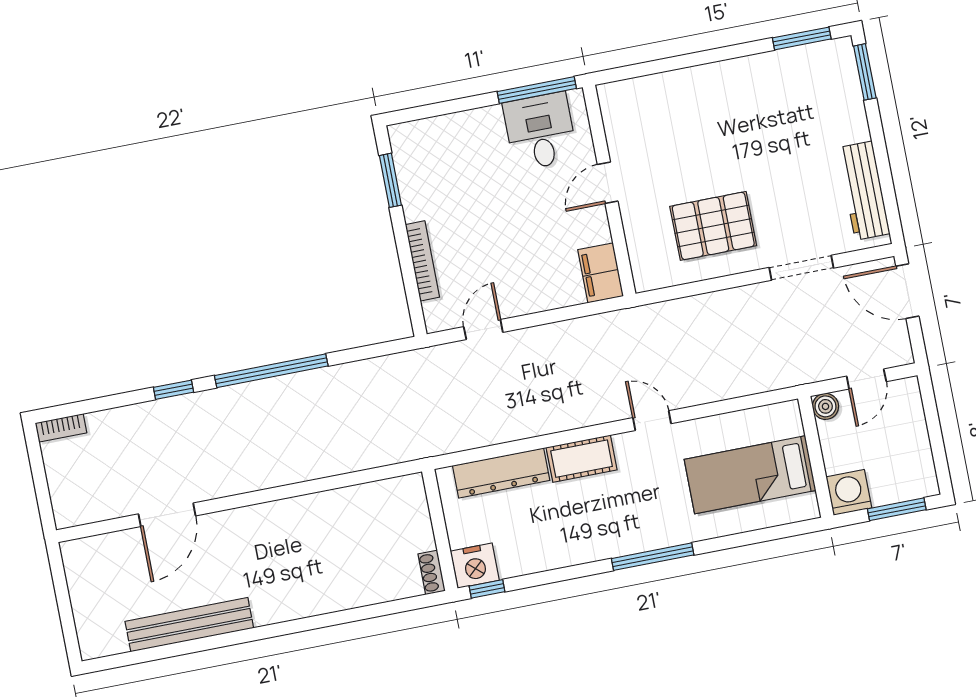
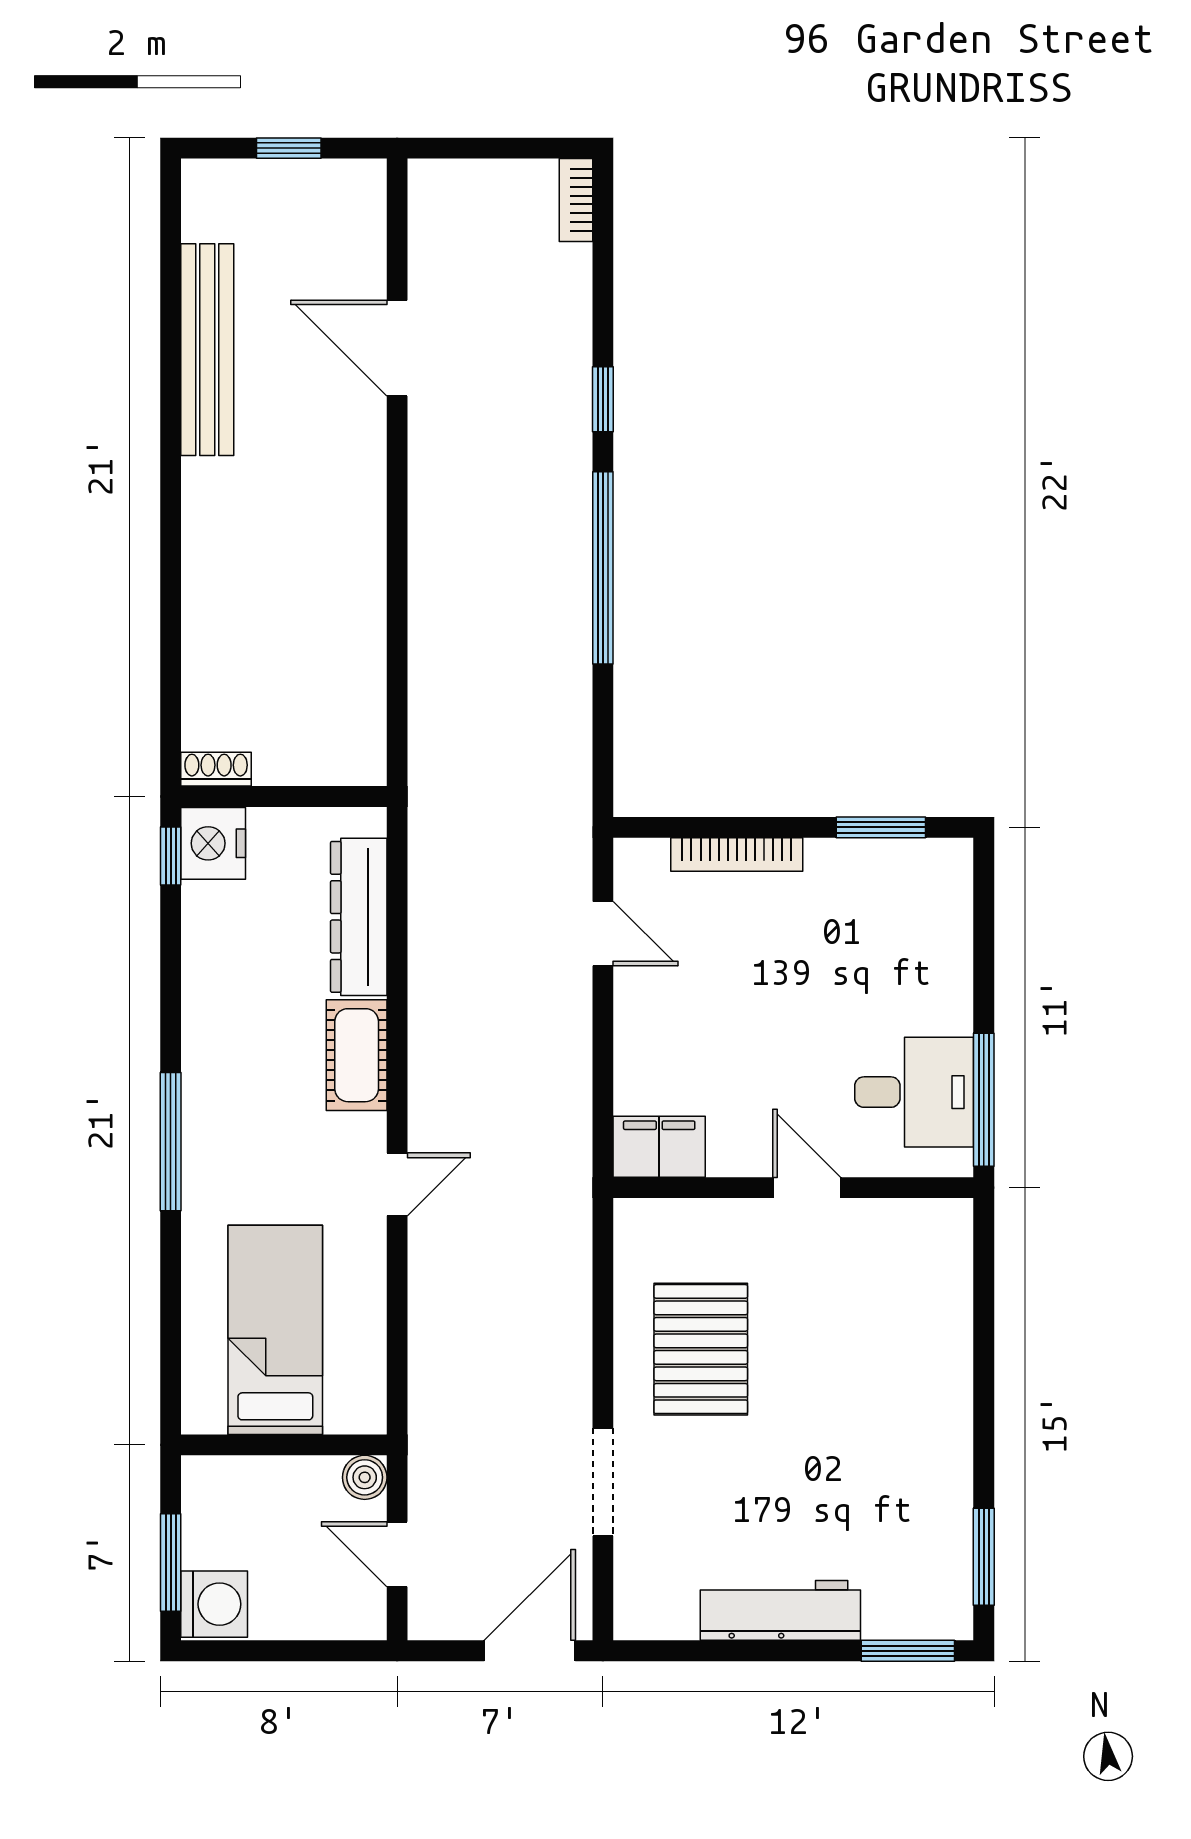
workbench: (864, 191) -> (780, 1610), moved
washing machine: (849, 492) -> (214, 1604), moved
window: (63, 600) -> (289, 148), added

